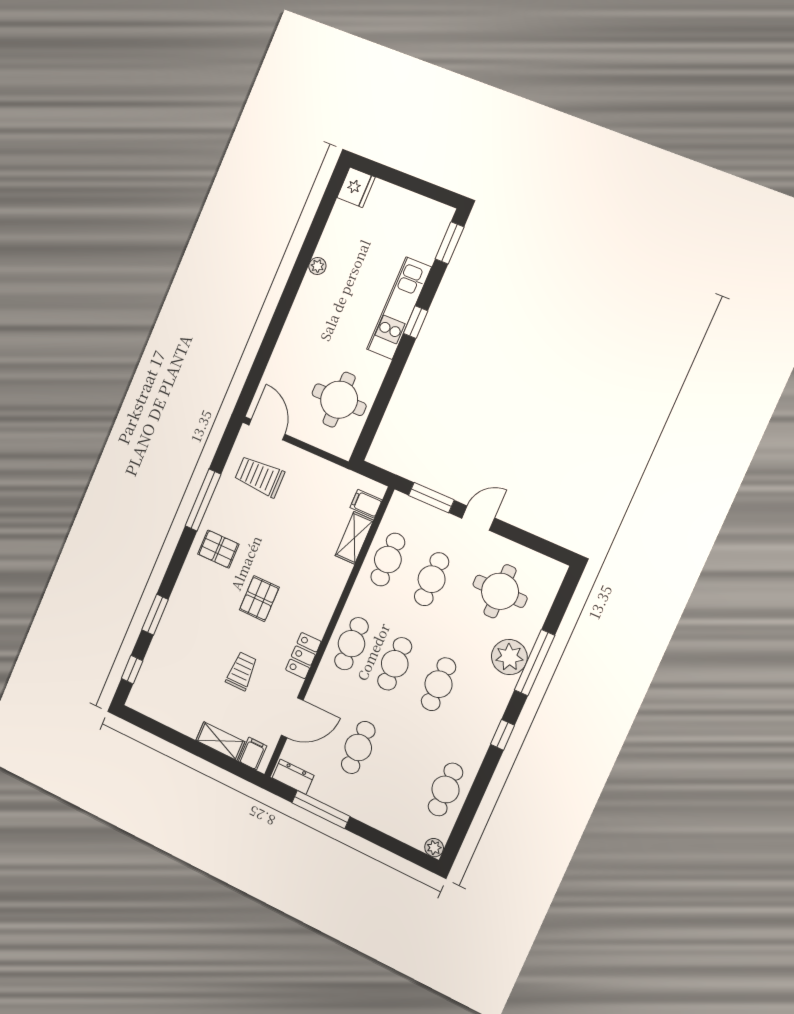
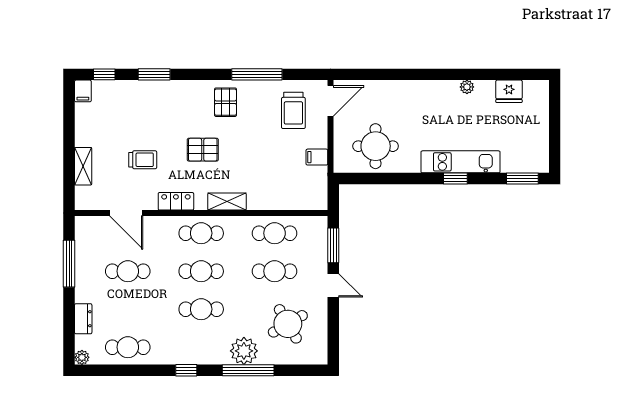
fridge: (356, 187) -> (509, 91), moved
trolley: (259, 476) -> (293, 110), turned 180
filing cabinet: (366, 504) -> (317, 157), moved, turned -90
shelving: (354, 538) -> (227, 202), moved
round table: (500, 591) -> (288, 324), turned -30
filing cabinet: (253, 754) -> (83, 91), moved, turned 90
dresser: (293, 777) -> (83, 319), moved

